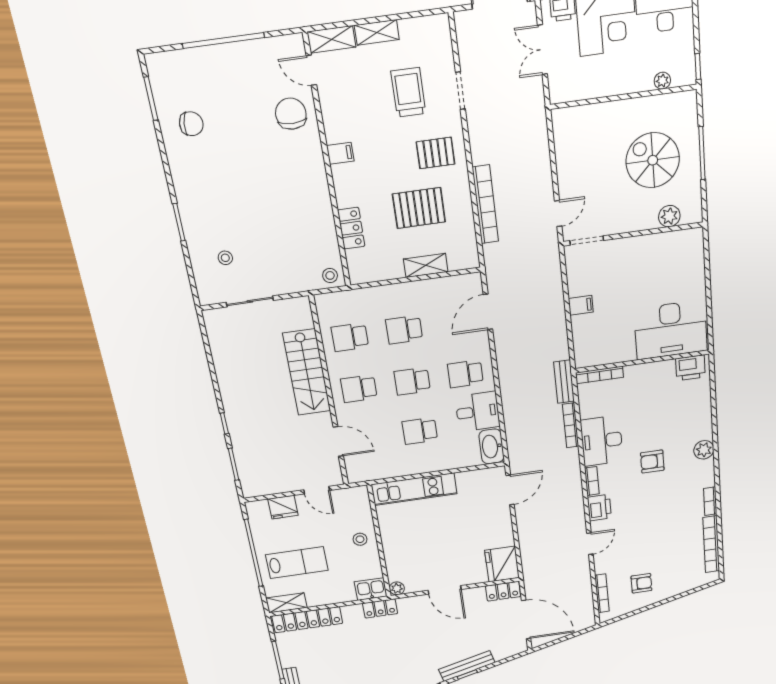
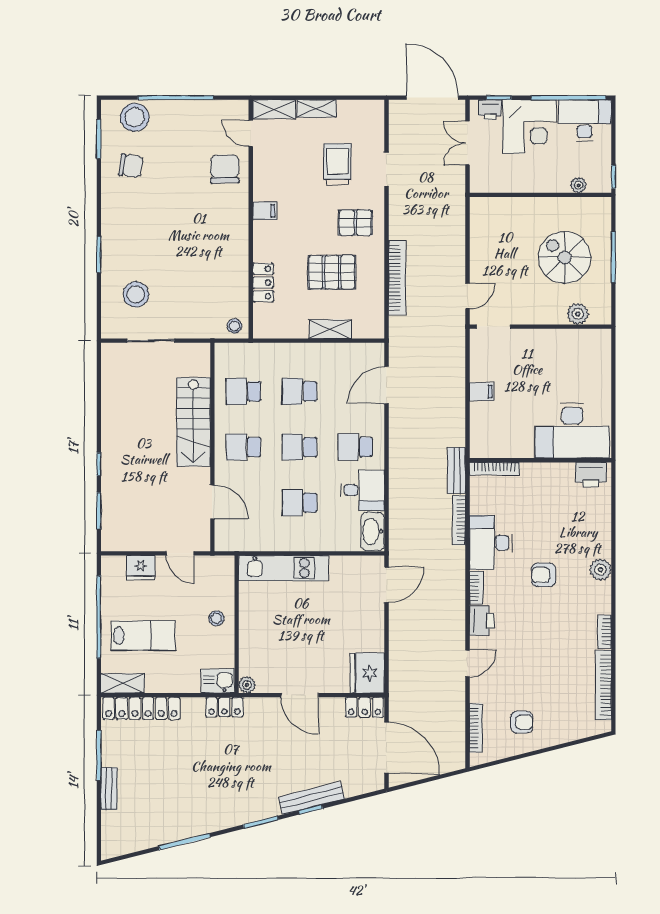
stool: (184, 69) -> (135, 117), added
stool: (225, 258) -> (136, 294), width x1.89, depth x1.89

